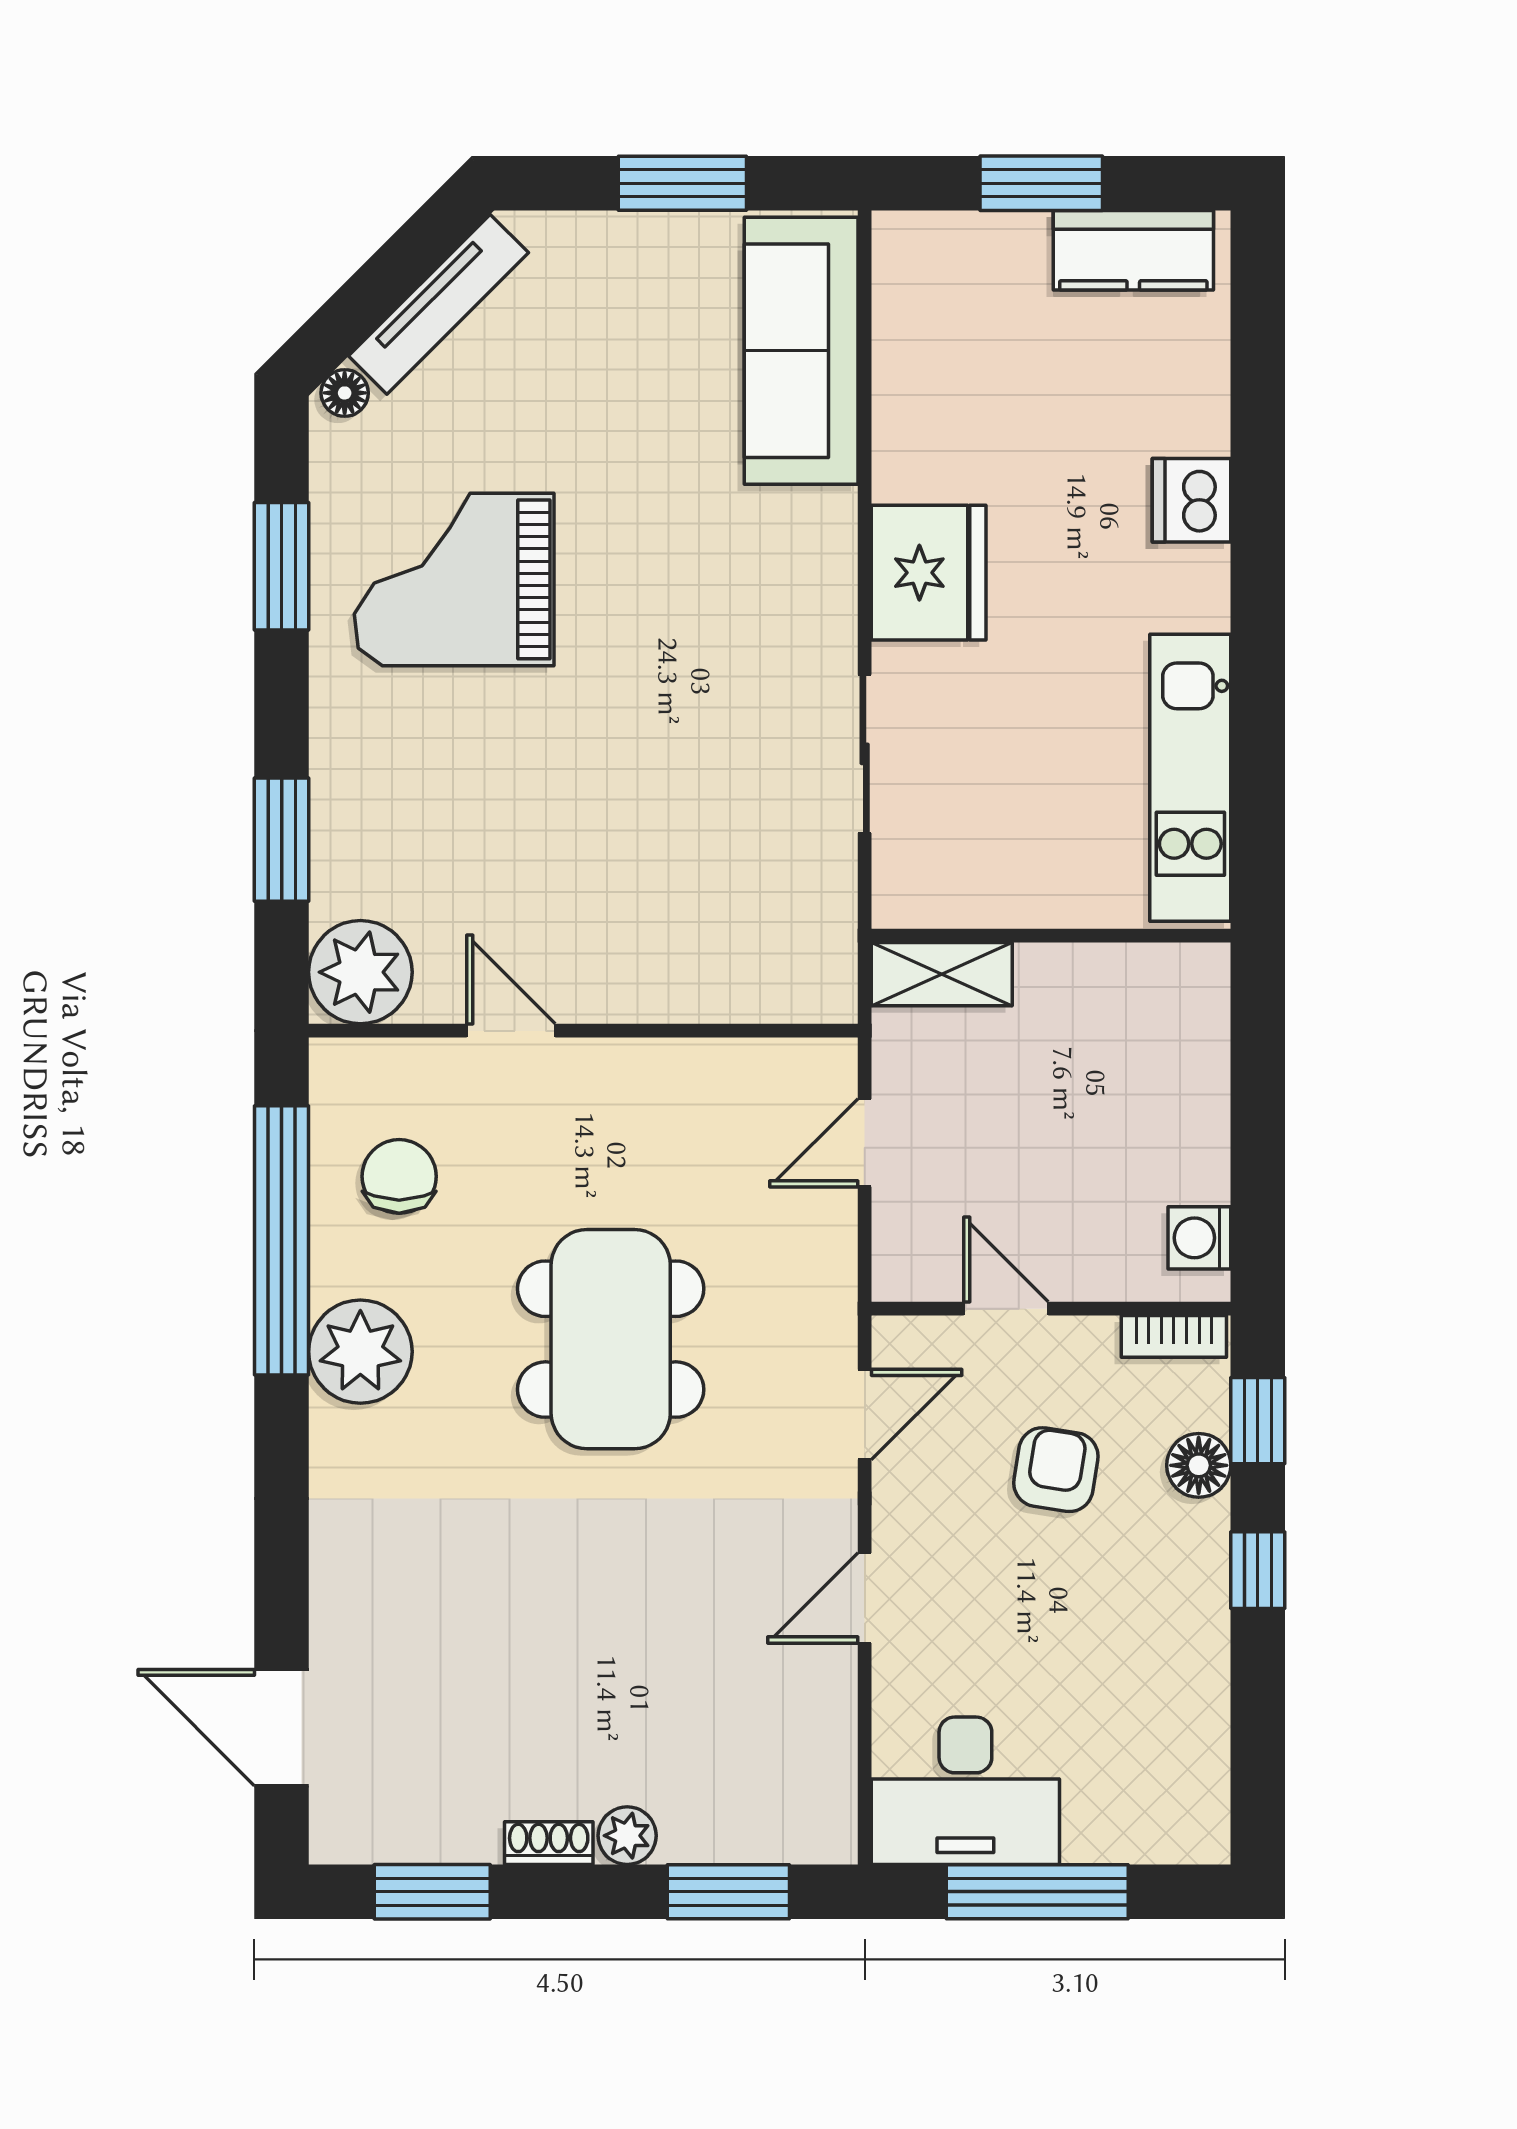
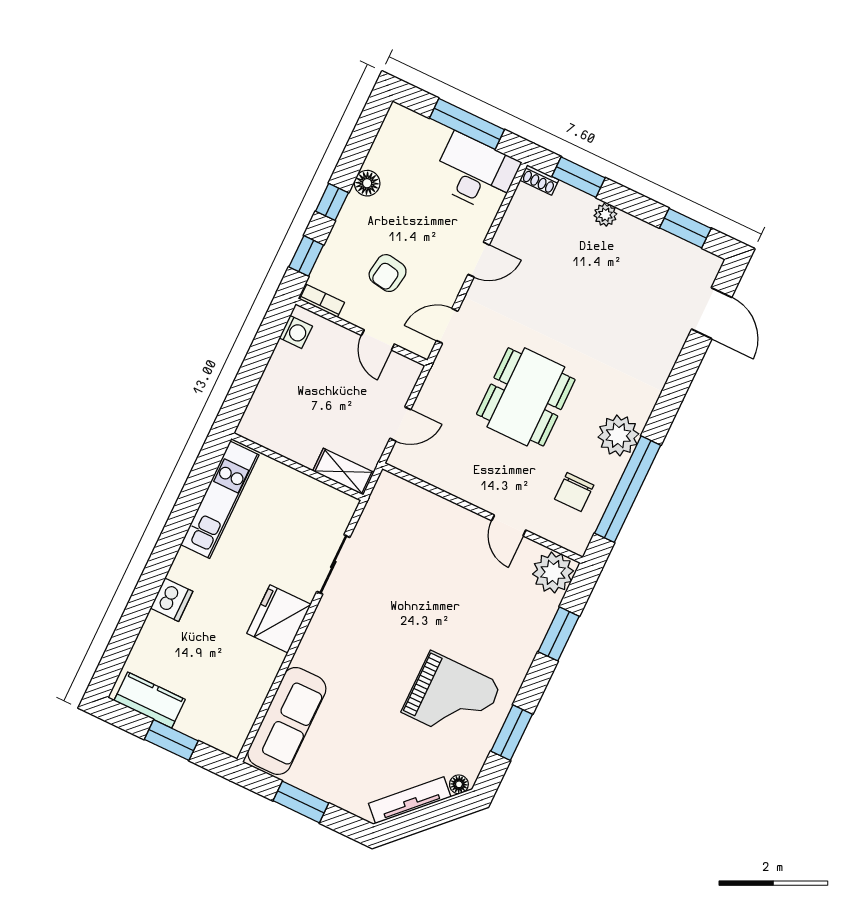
floor lamp: (1199, 1465) -> (367, 183), moved
shoe rack: (549, 1843) -> (539, 180), moved

